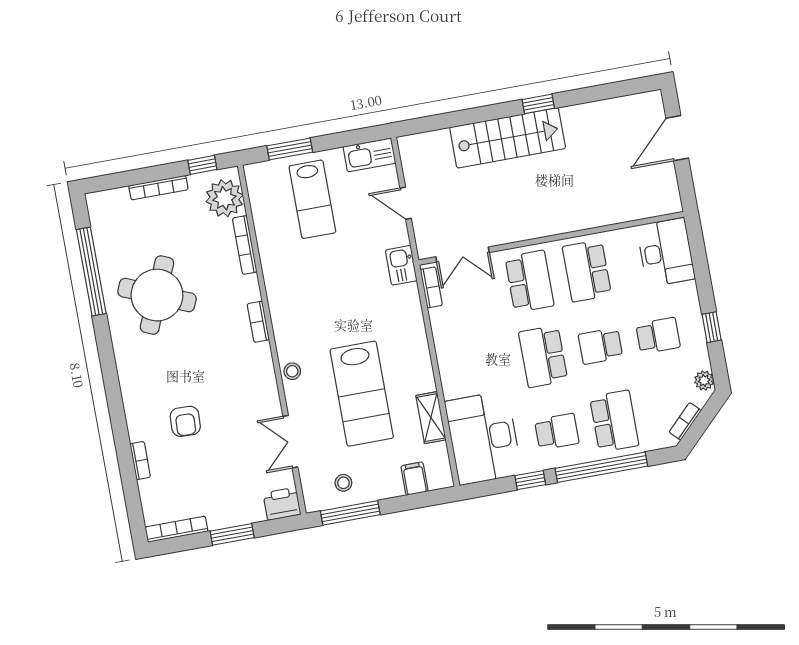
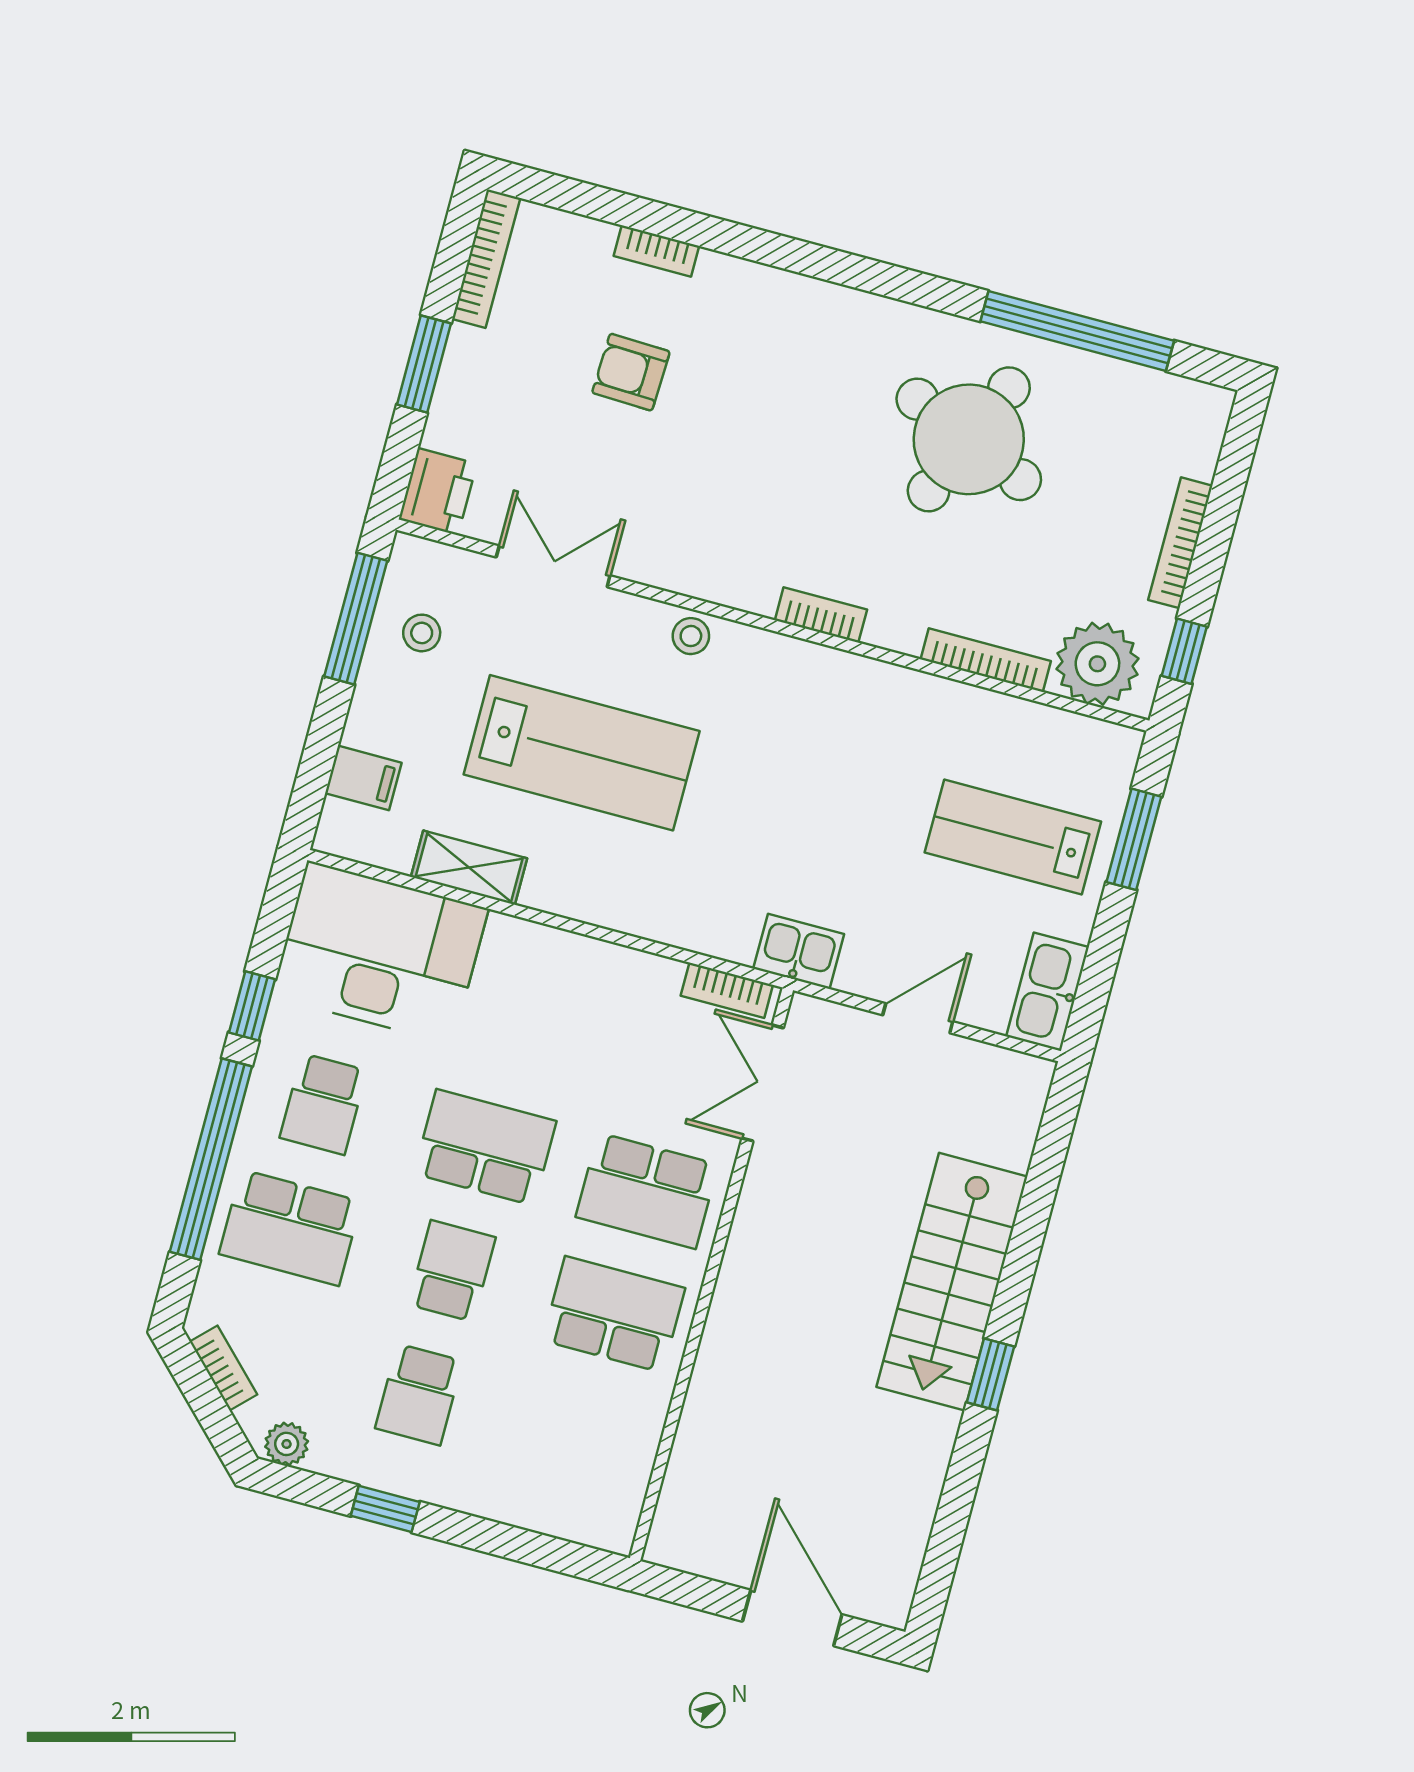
desk: (666, 252) -> (576, 1488), removed
lab bench: (362, 394) -> (582, 753), turned 180
armchair: (185, 421) -> (631, 372), moved

